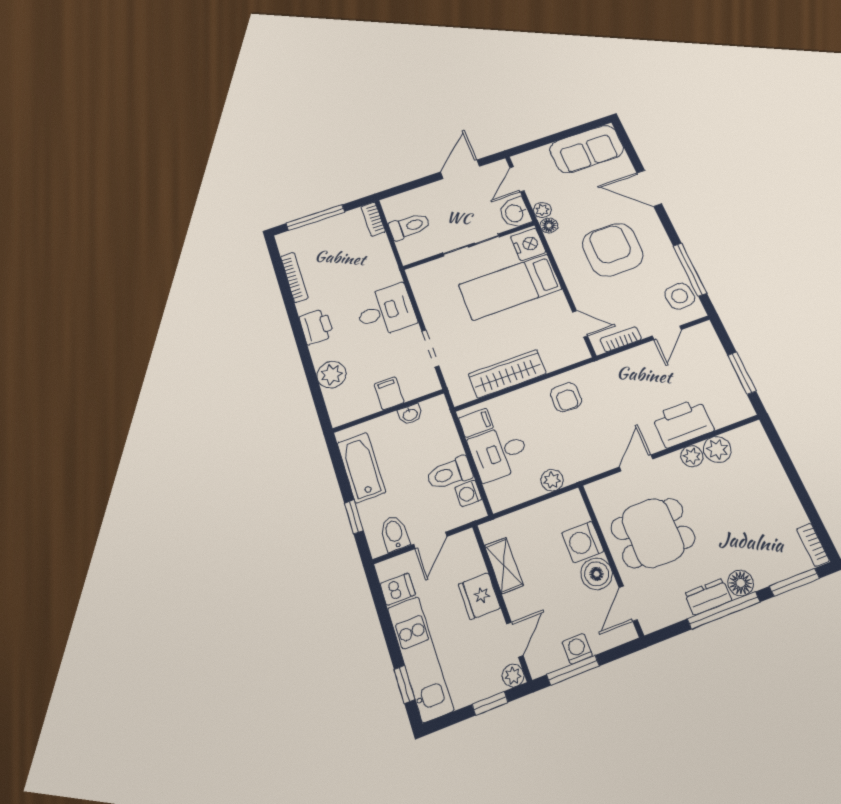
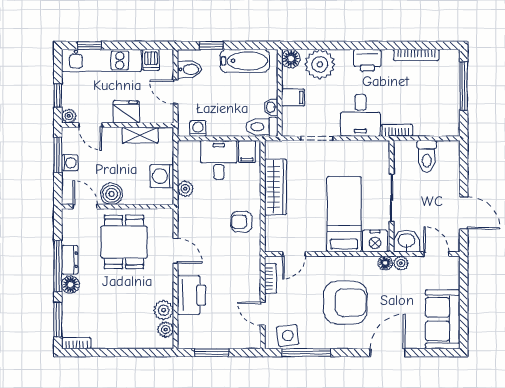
bookcase: (373, 219) -> (397, 130), moved
plant: (331, 375) -> (320, 64), width x1.36, depth x1.36
floor lamp: (341, 413) -> (291, 59), added
plant: (692, 456) -> (166, 330), moved
toilet: (449, 473) -> (262, 127), moved, turned -90
washing machine: (583, 542) -> (162, 176), moved, turned -90

